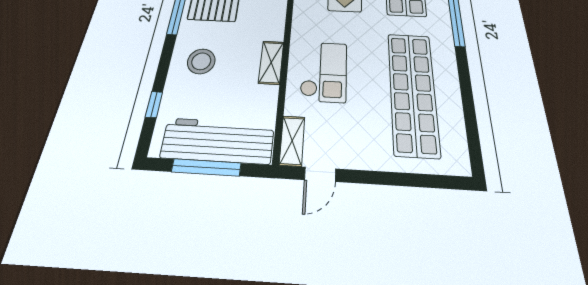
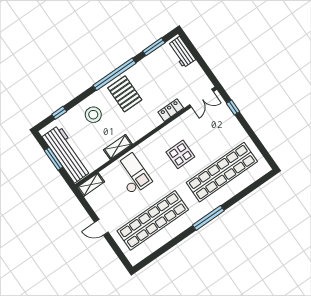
checkout: (324, 71) -> (132, 174), turned -90
window: (206, 167) -> (54, 159), width x0.69
door: (320, 174) -> (101, 227), moved

